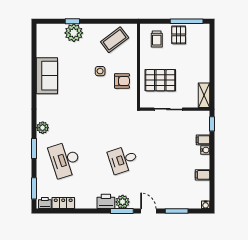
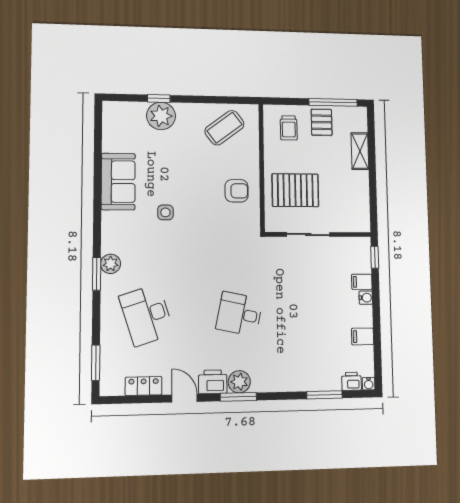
side table: (100, 71) -> (165, 212), moved
shelving: (204, 95) -> (360, 151), moved
window: (34, 149) -> (97, 274), moved
desk: (123, 160) -> (239, 314), turned 30
printer: (45, 203) -> (352, 381), moved
door: (148, 211) -> (185, 398), moved

